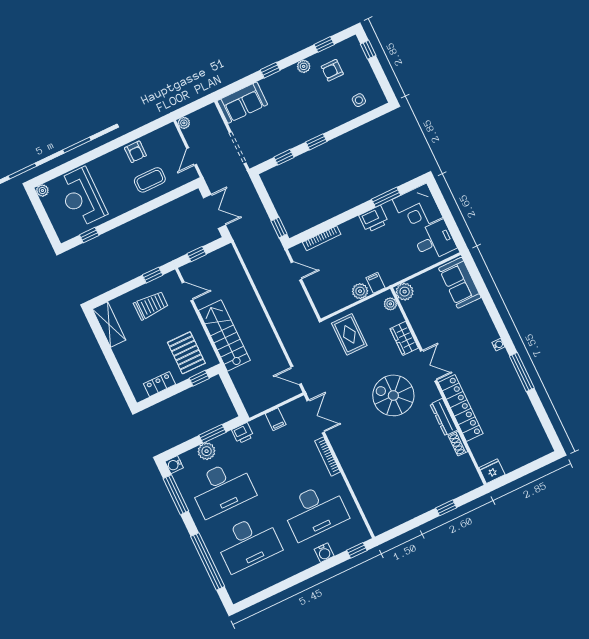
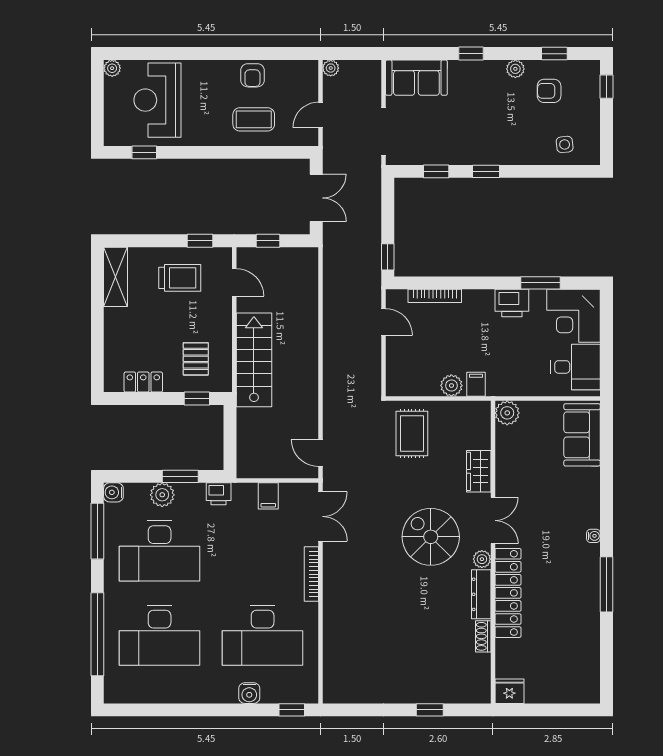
plant: (390, 304) -> (482, 559), moved
pallet: (186, 353) -> (196, 359), width x0.67, depth x0.71

